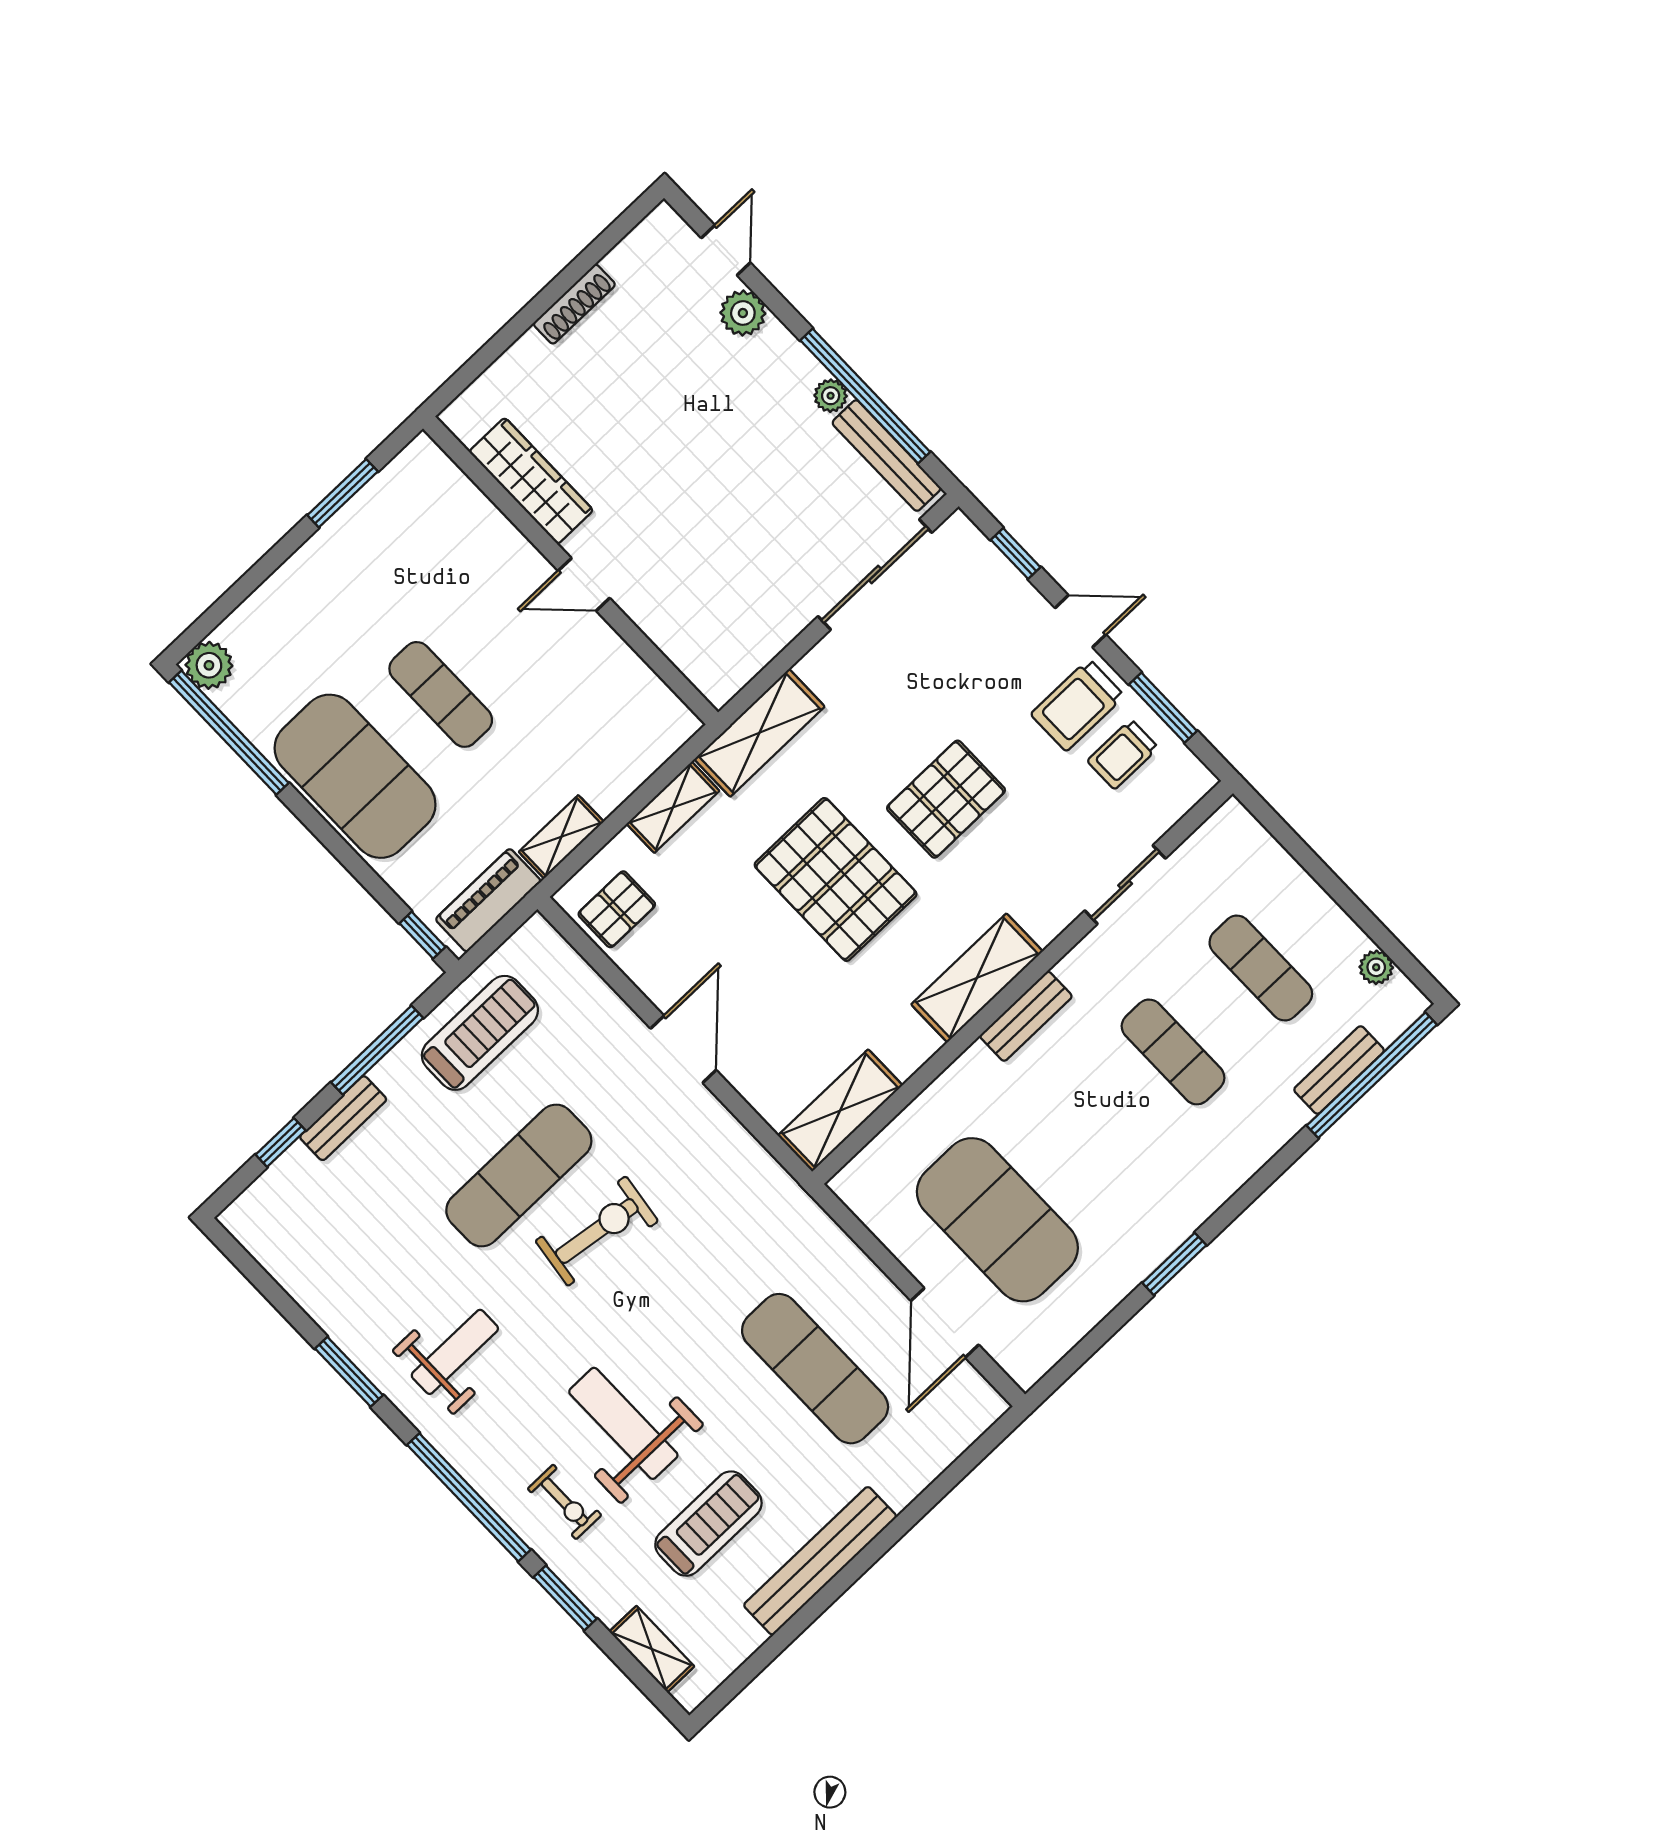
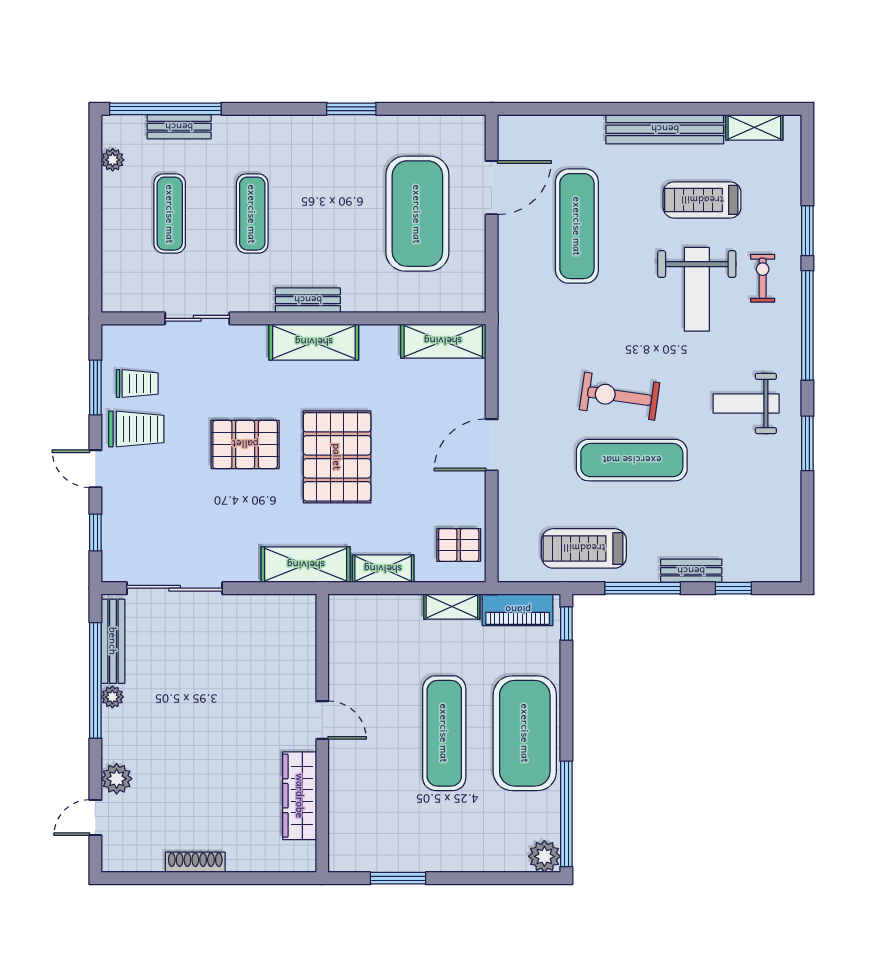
exercise mat: (441, 694) -> (444, 733), width x1.36, depth x1.45
shelving: (652, 1649) -> (754, 127), moved, turned 90

